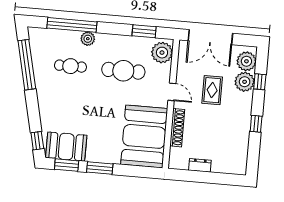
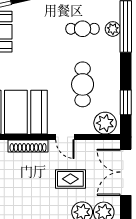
plant: (88, 39) -> (113, 29), moved
cafe table: (70, 66) -> (83, 29), turned 90
door: (172, 92) -> (65, 137), hinge flipped

